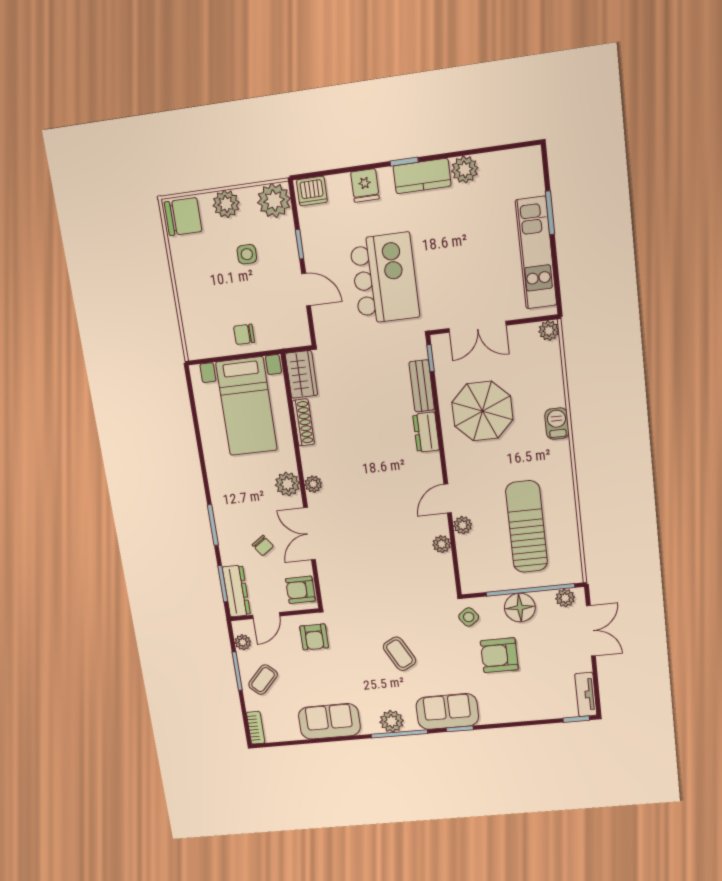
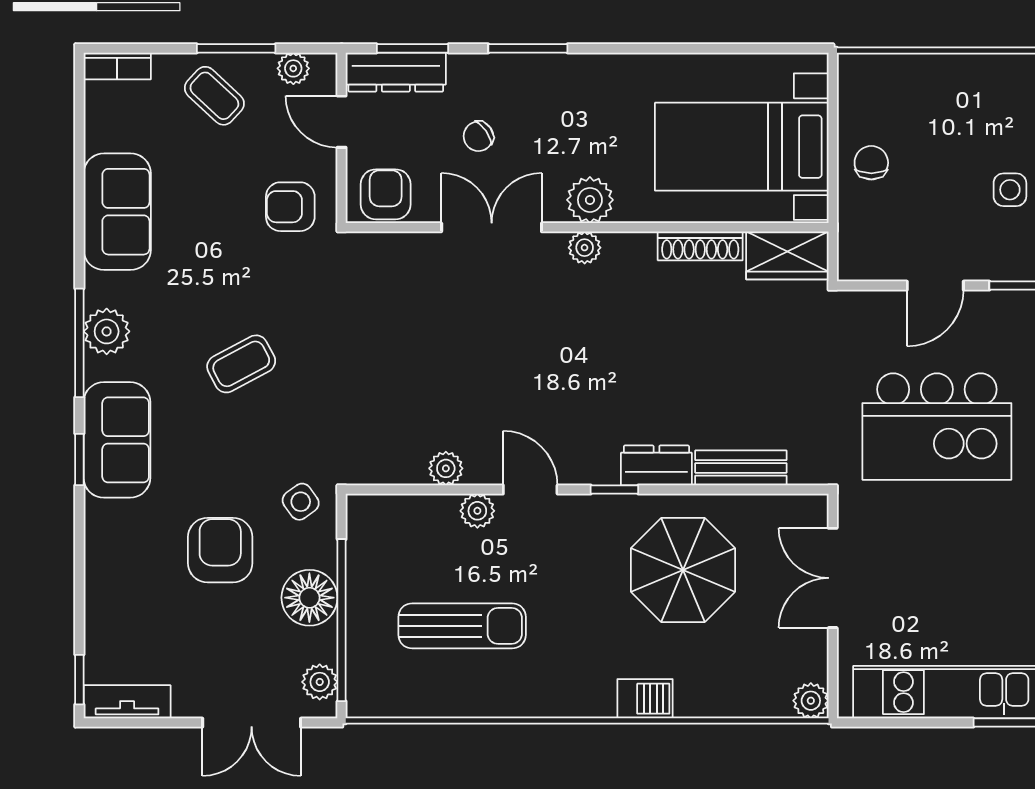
window: (431, 358) -> (614, 489), moved
sun lounger: (527, 527) -> (462, 626), width x0.73, depth x0.75

